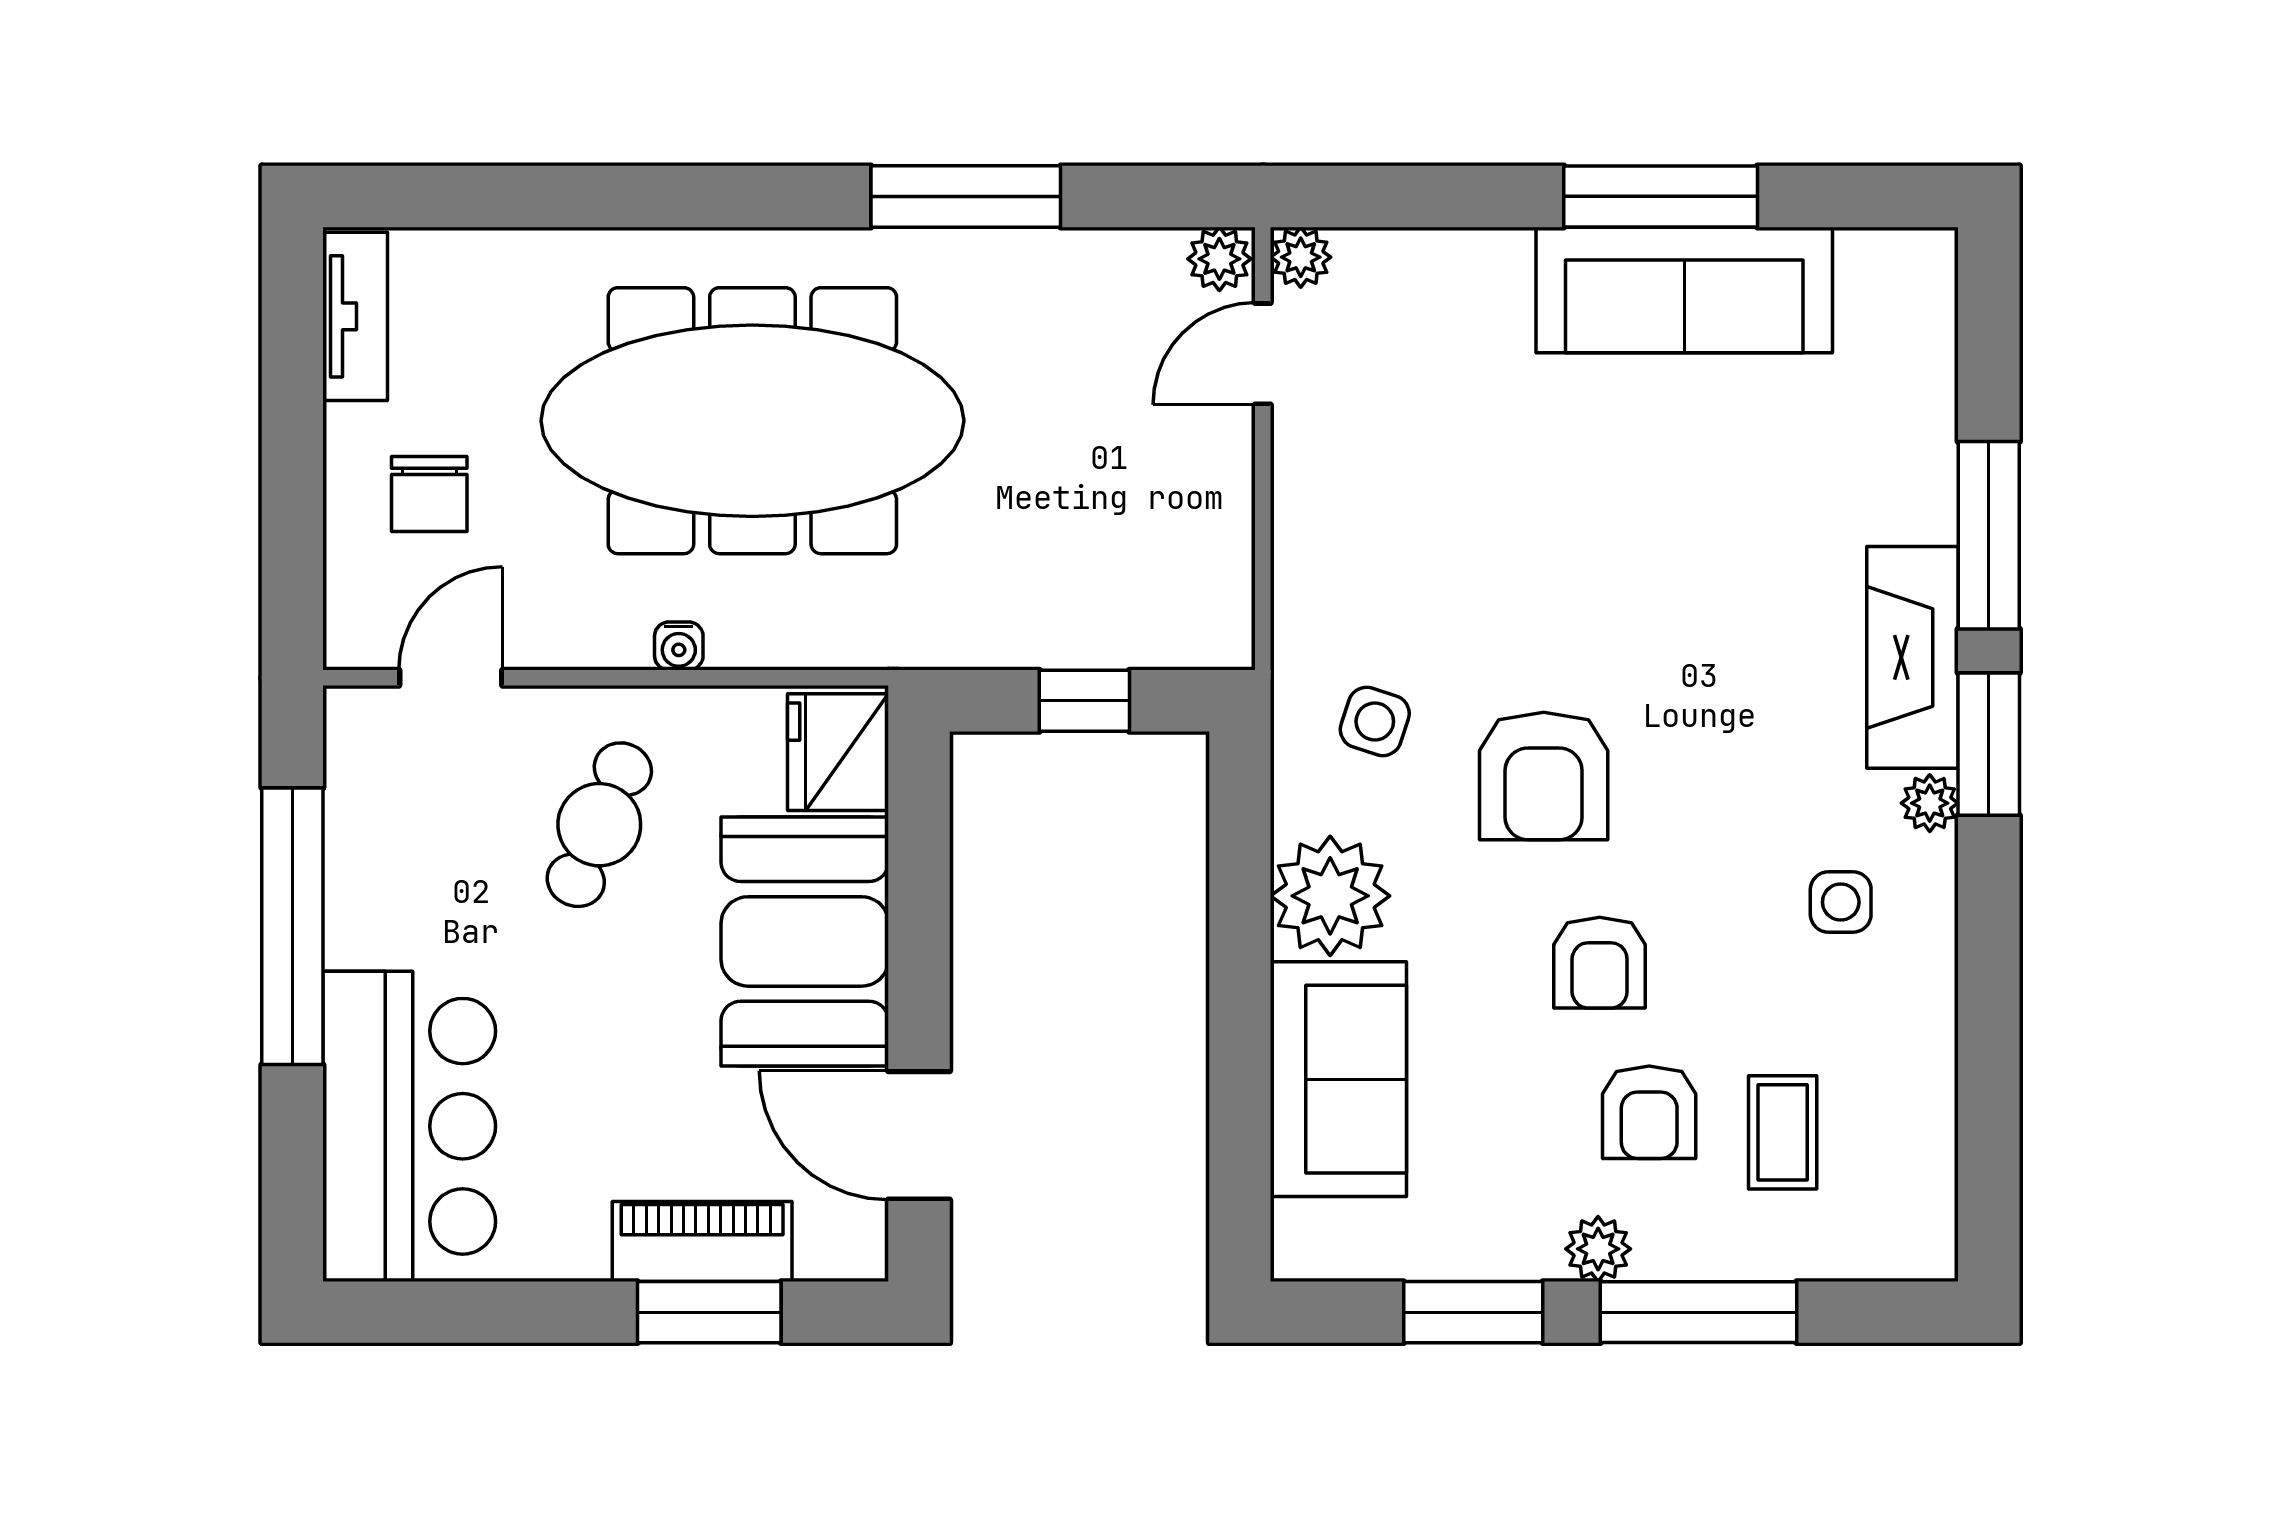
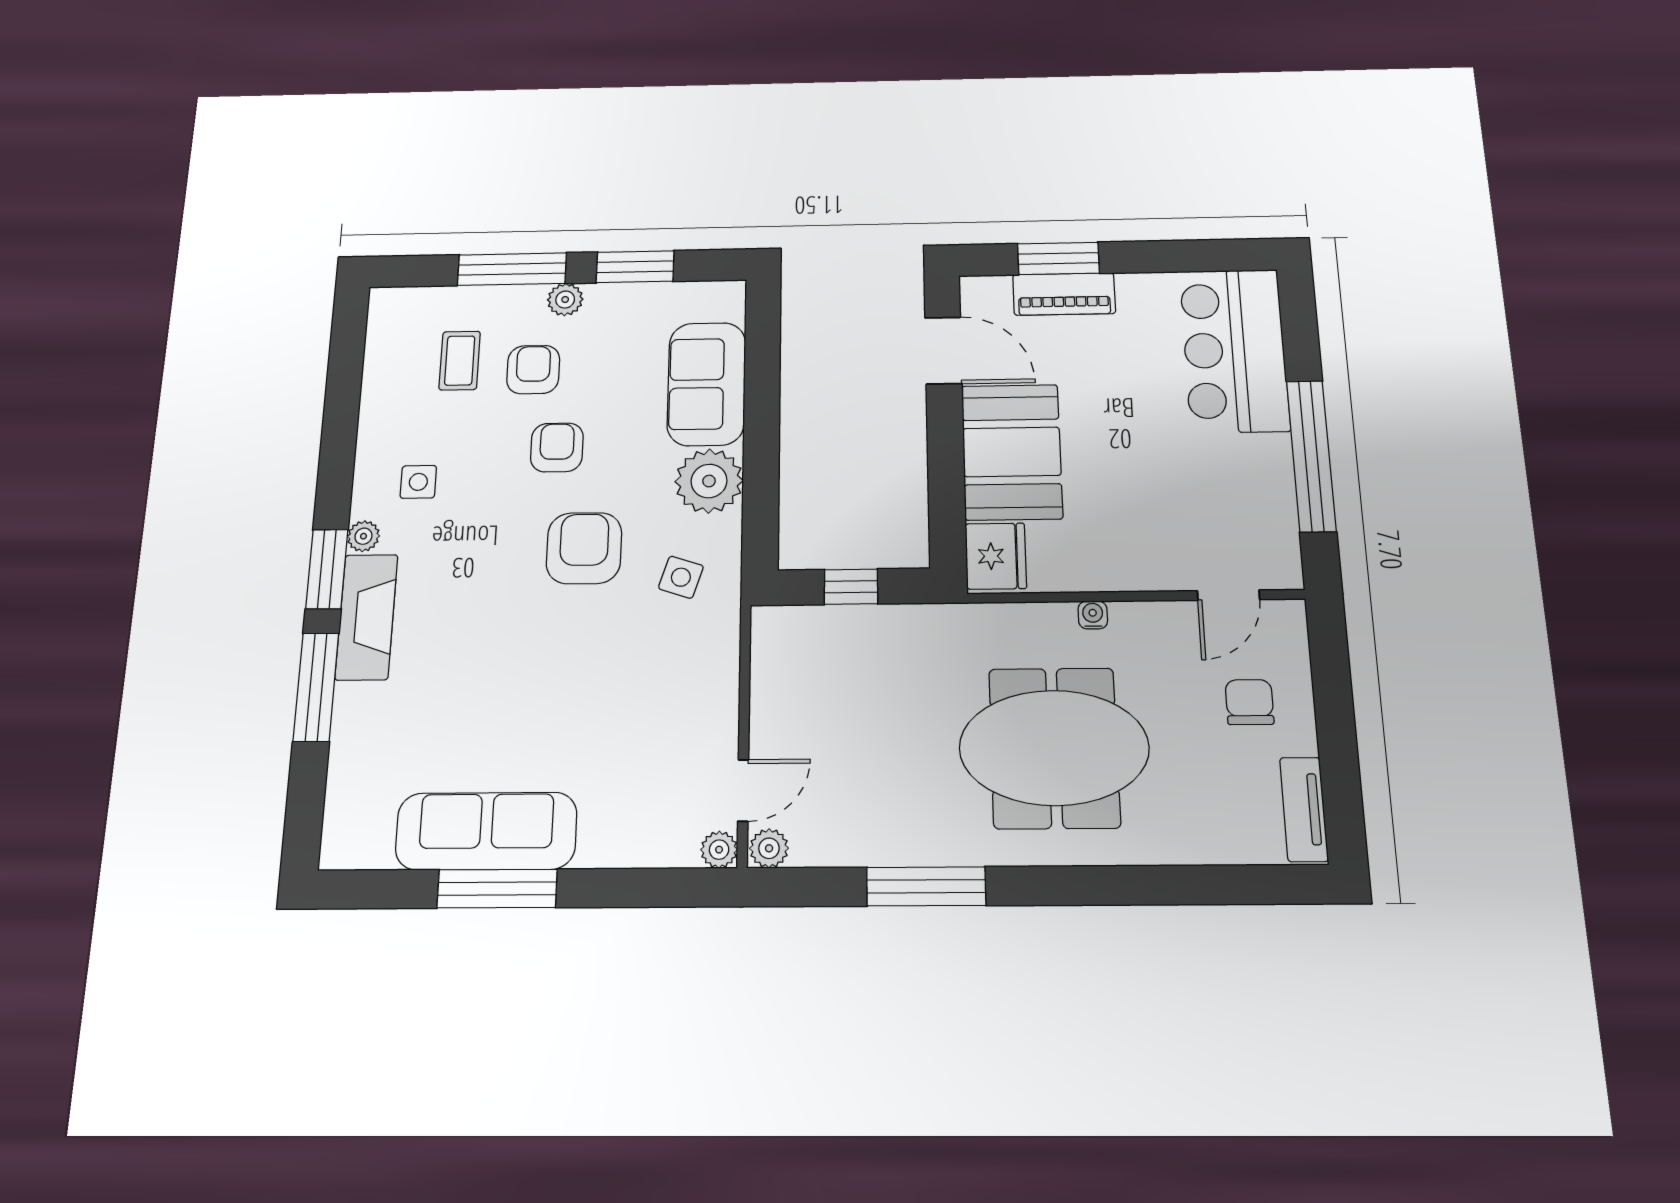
meeting table: (752, 421) -> (1054, 748), width x0.73
cafe table: (599, 825) -> (1135, 514), removed

